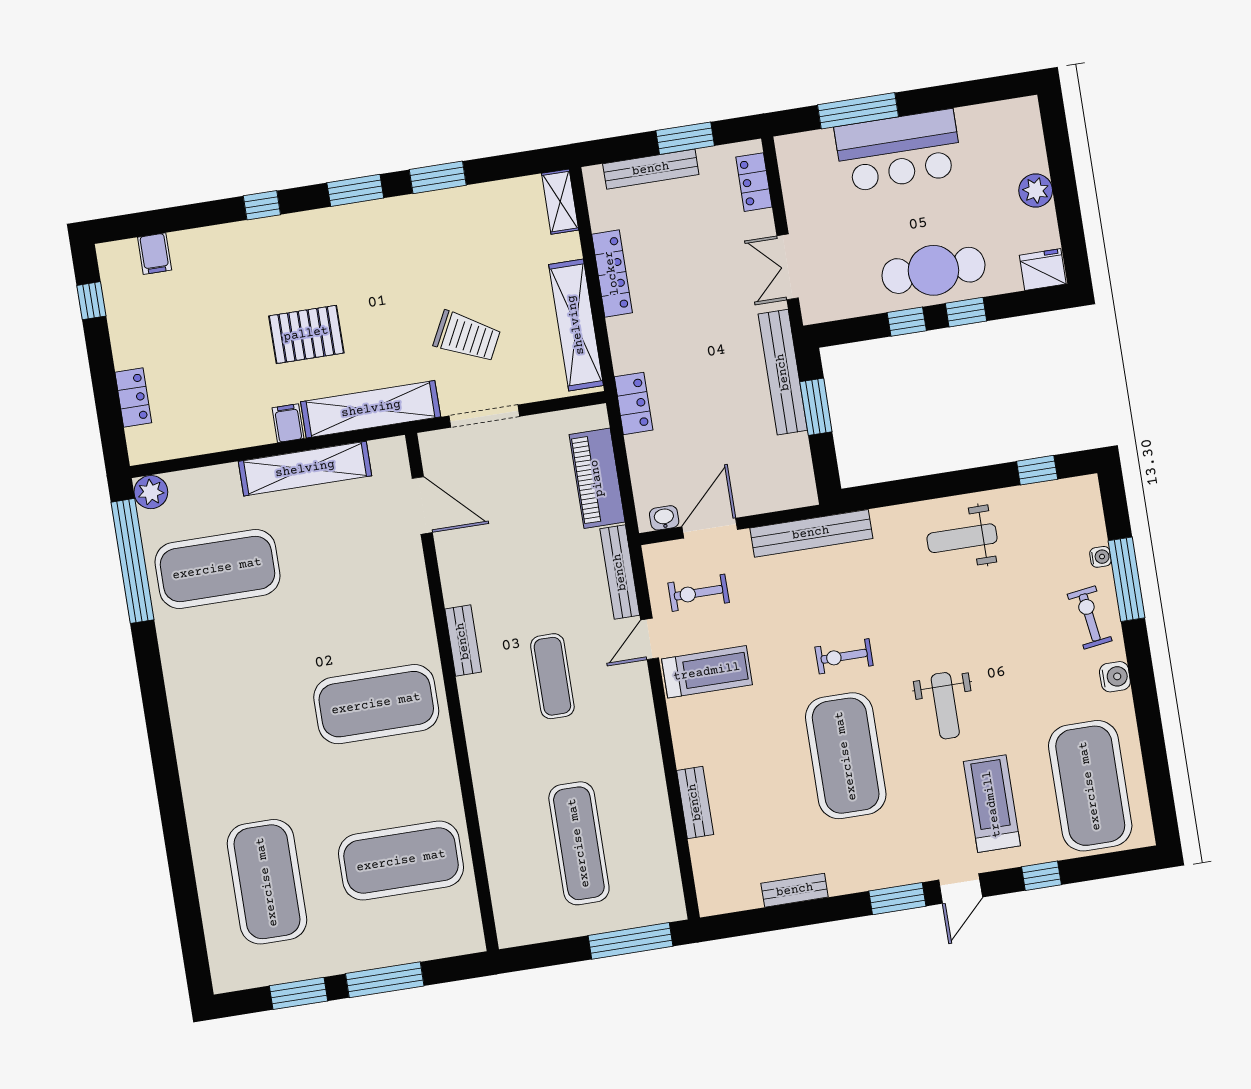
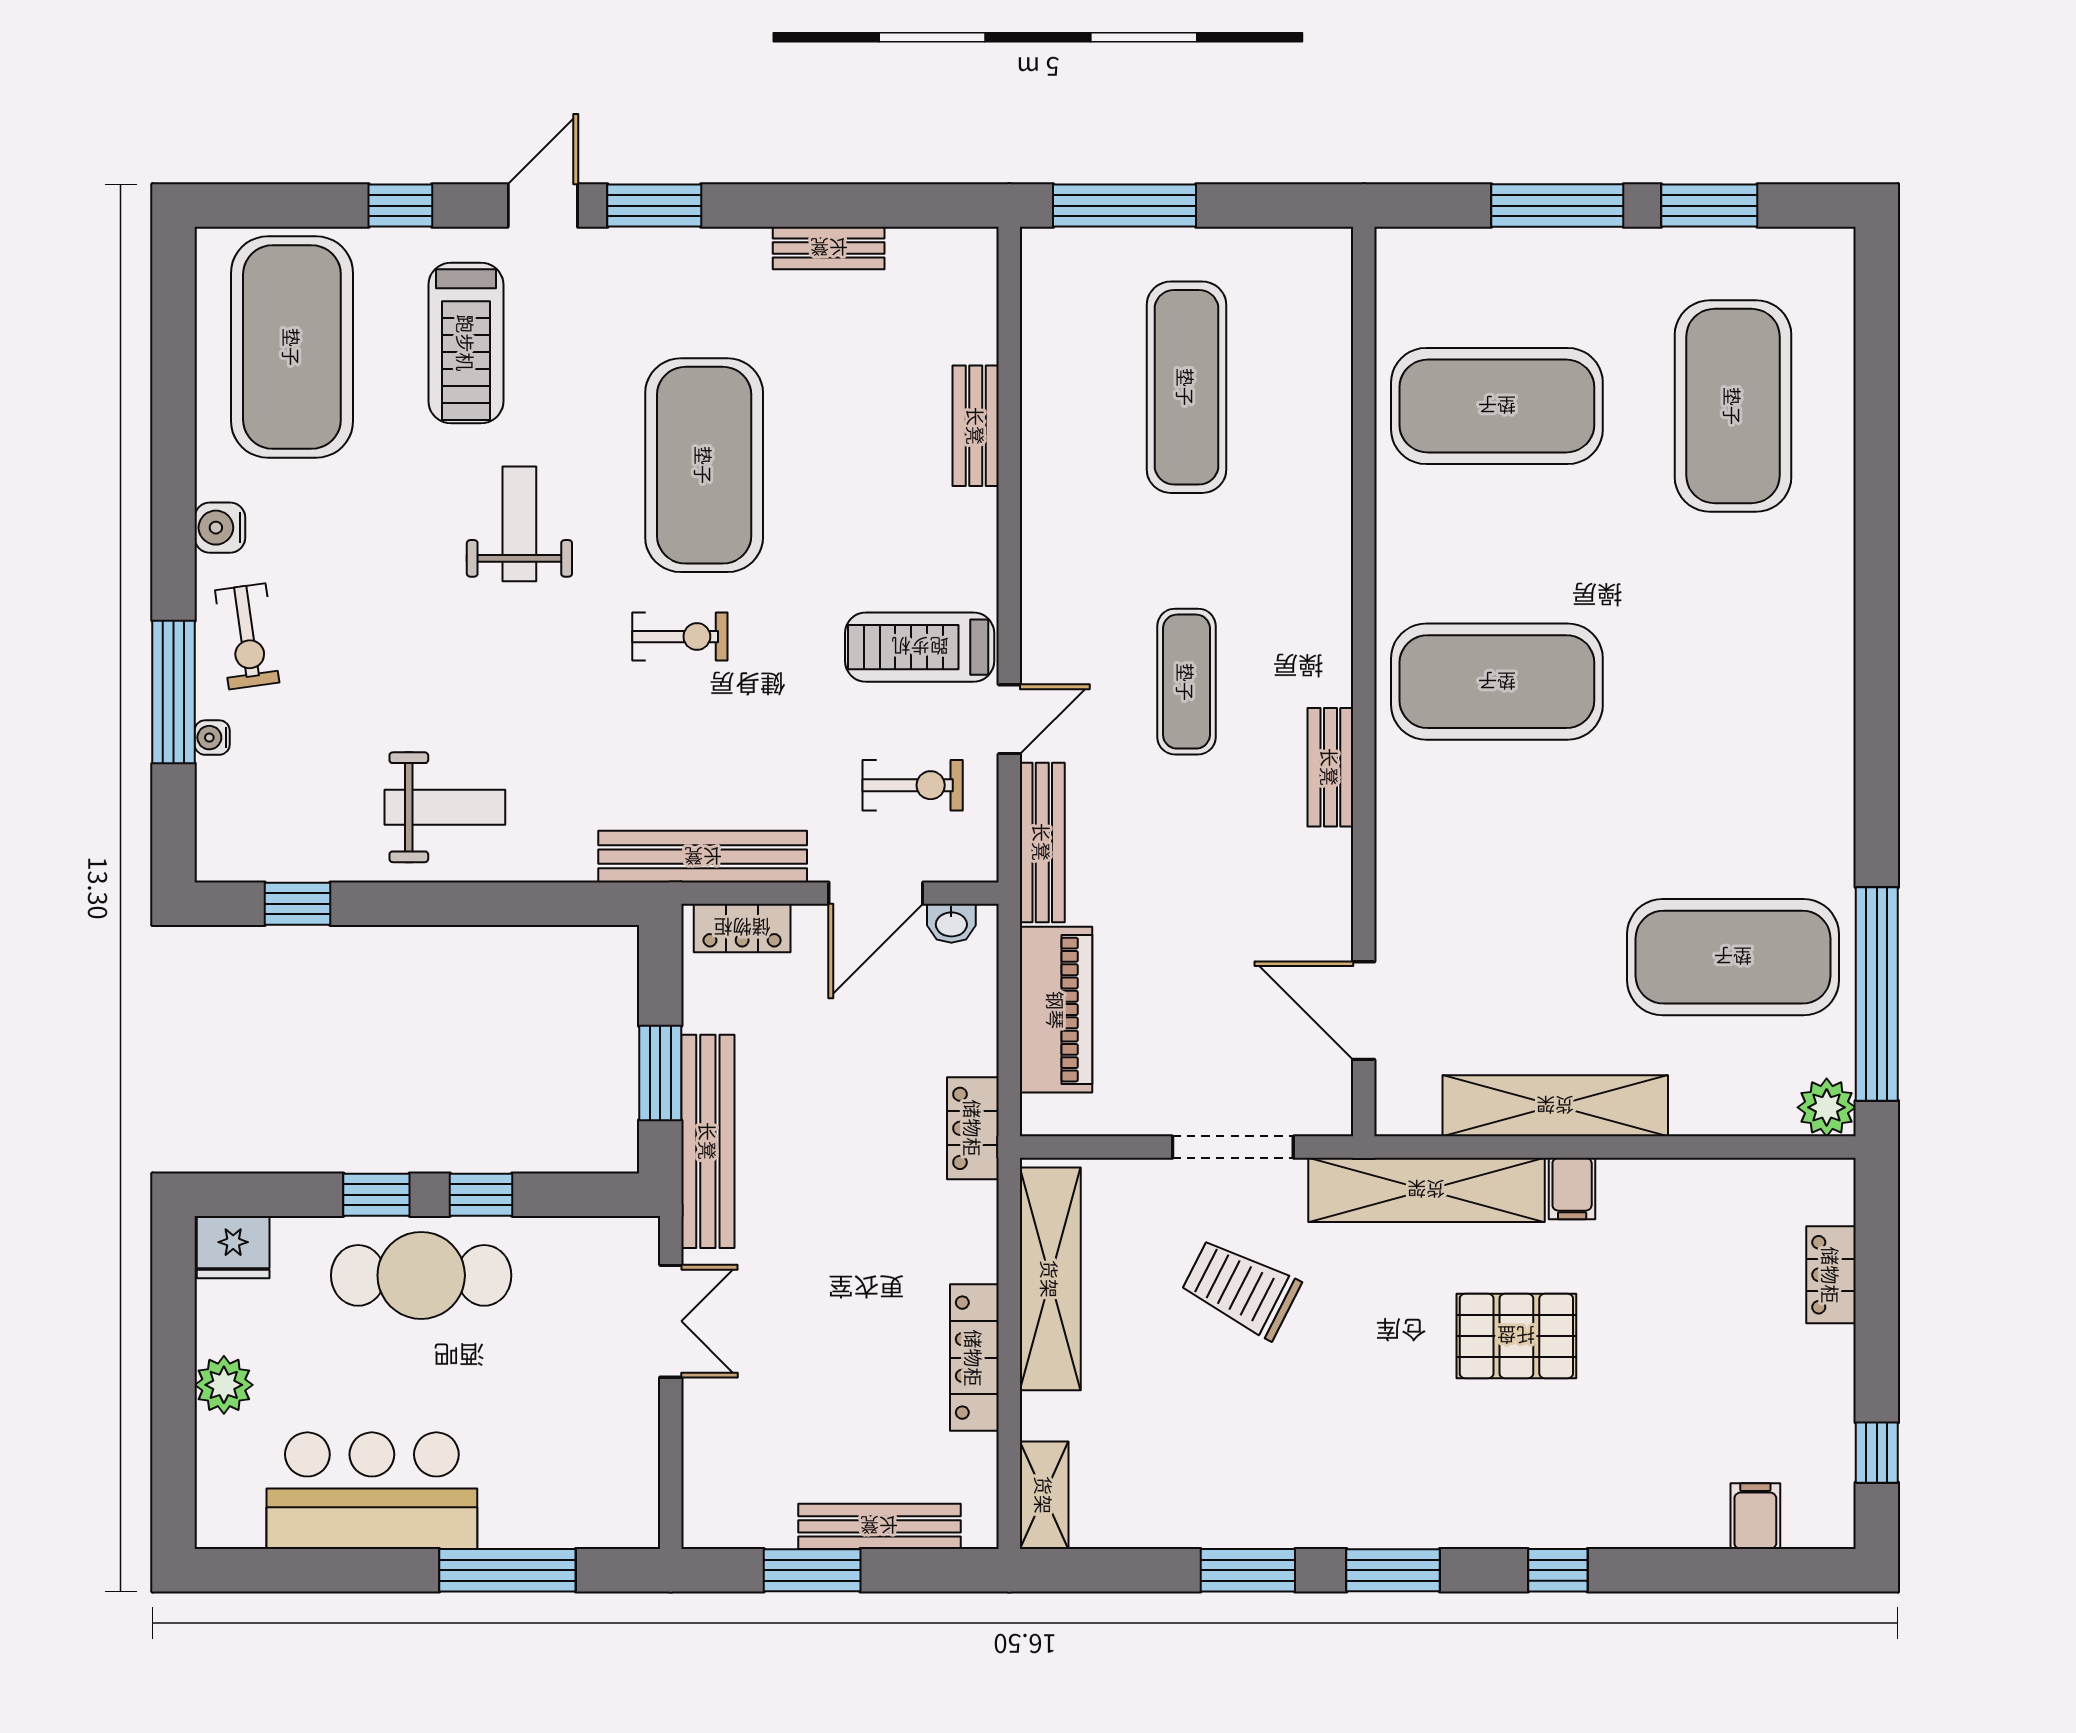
bar counter: (899, 151) -> (372, 1491), moved
locker: (754, 182) -> (742, 928), moved, turned 90

